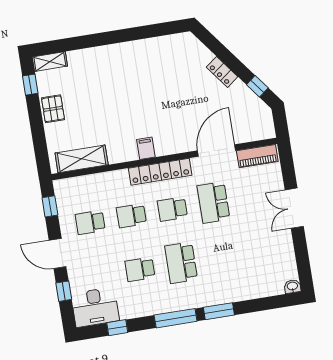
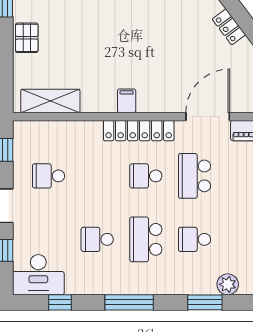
school desk: (131, 216) -> (194, 239), moved
plant: (256, 289) -> (228, 284), added
window: (219, 311) -> (205, 302), moved

